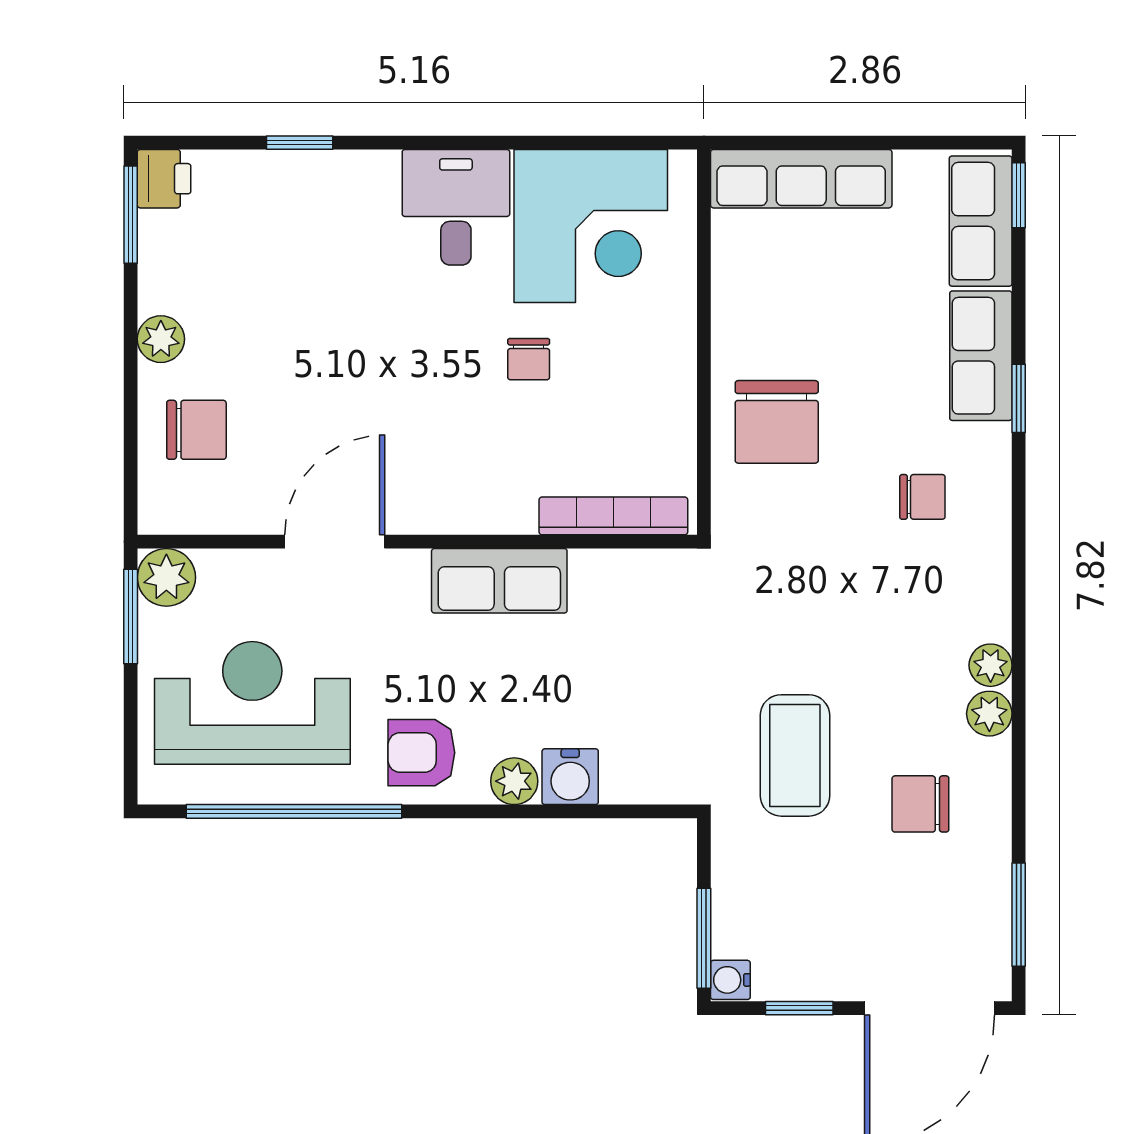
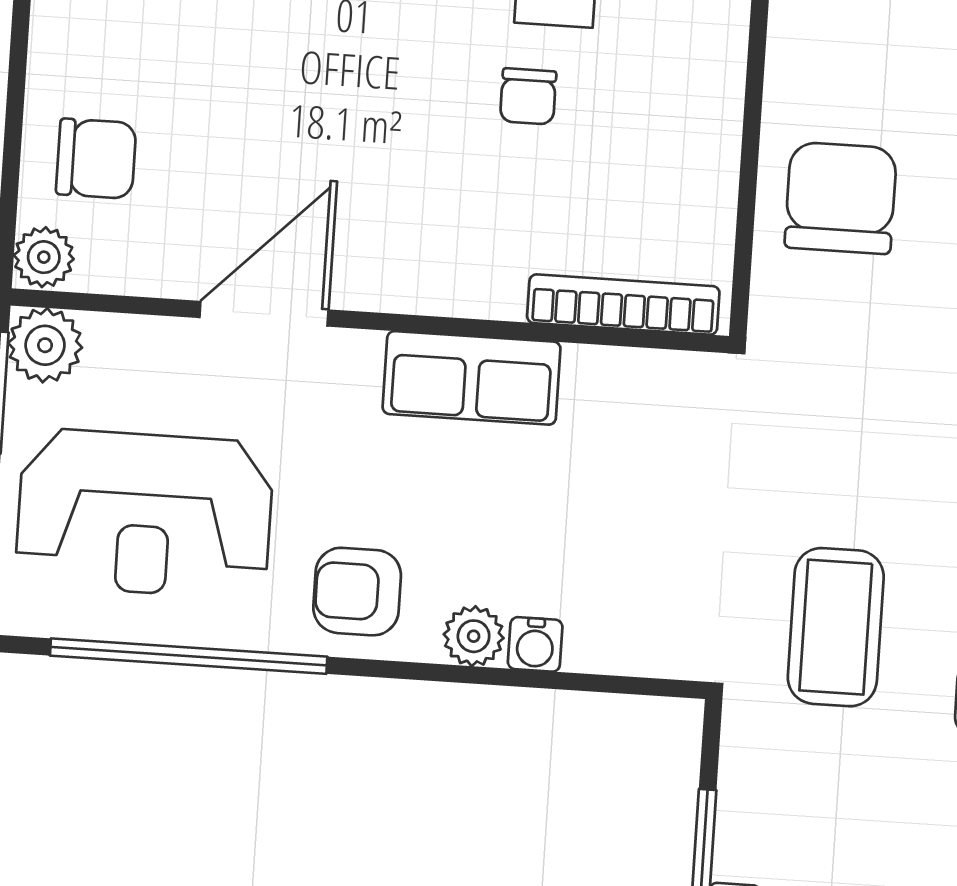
plant: (161, 339) -> (44, 257), moved
chair: (777, 422) -> (841, 198), turned 180
reception desk: (252, 703) -> (145, 513), turned 180
water cooler: (570, 777) -> (535, 644), width x0.72, depth x0.72

